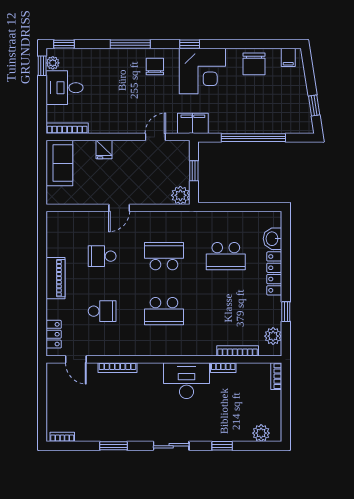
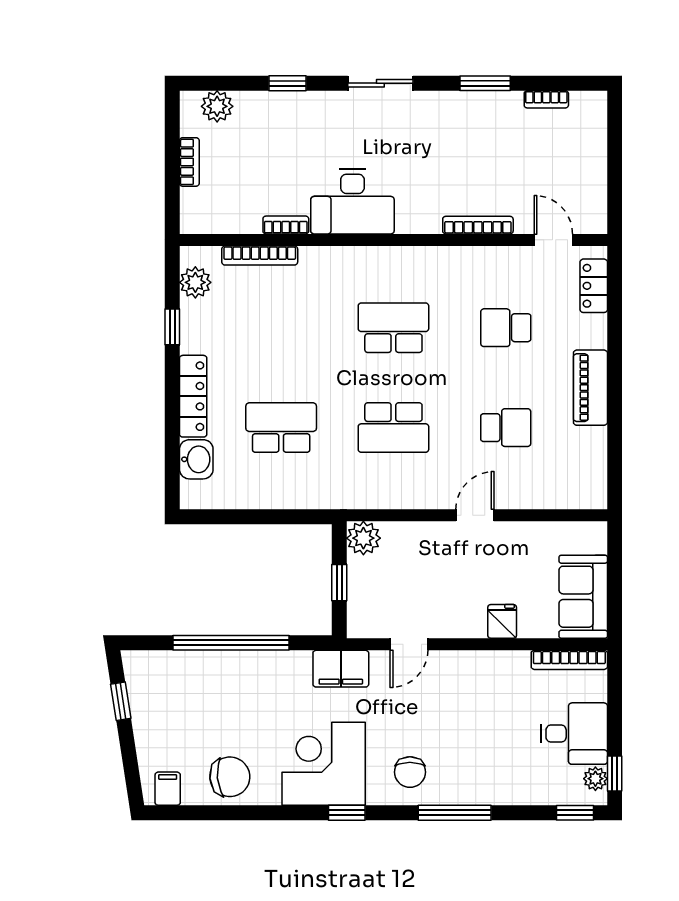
chair: (254, 64) -> (230, 777), turned 85
bookcase: (276, 376) -> (189, 162), moved
bookcase: (62, 437) -> (546, 99), moved

